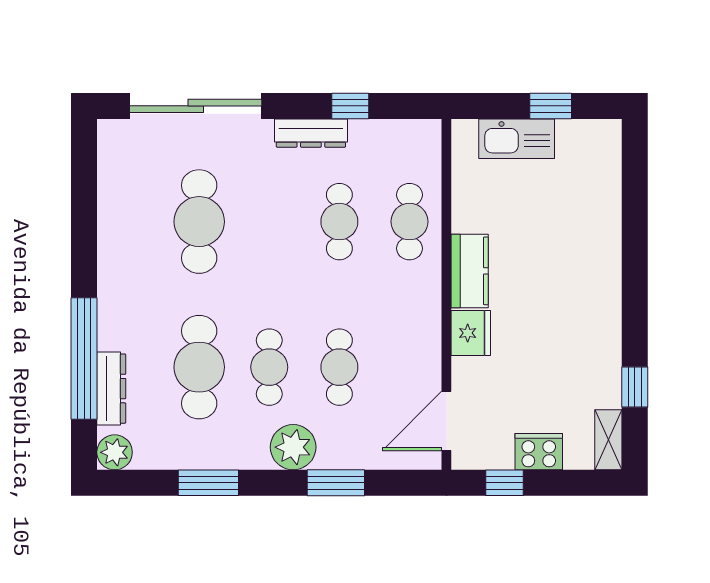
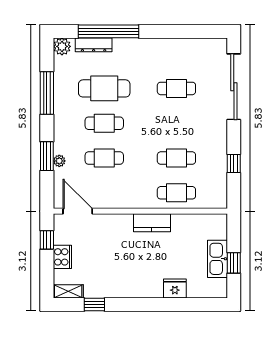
dresser: (311, 133) -> (220, 144), removed
kitchen sink: (517, 139) -> (218, 259), moved
cafe table: (199, 222) -> (176, 88), width x0.73, depth x0.74
fridge: (471, 333) -> (175, 289), moved, turned 180
plant: (293, 447) -> (59, 161), moved, width x0.53, depth x0.53
window: (208, 483) -> (47, 93), width x1.44

